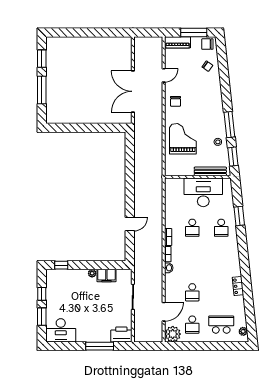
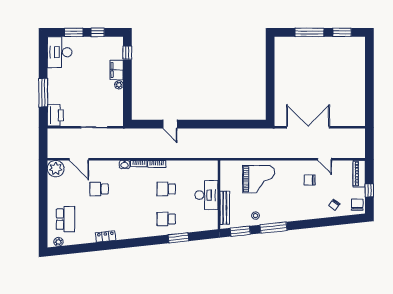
window: (194, 32) -> (369, 191), width x0.46
chair: (175, 101) -> (310, 180), moved
desk: (203, 192) -> (206, 195), width x0.73, depth x0.77
filing cabinet: (106, 276) -> (117, 70), moved
school desk: (192, 325) -> (66, 189), removed

